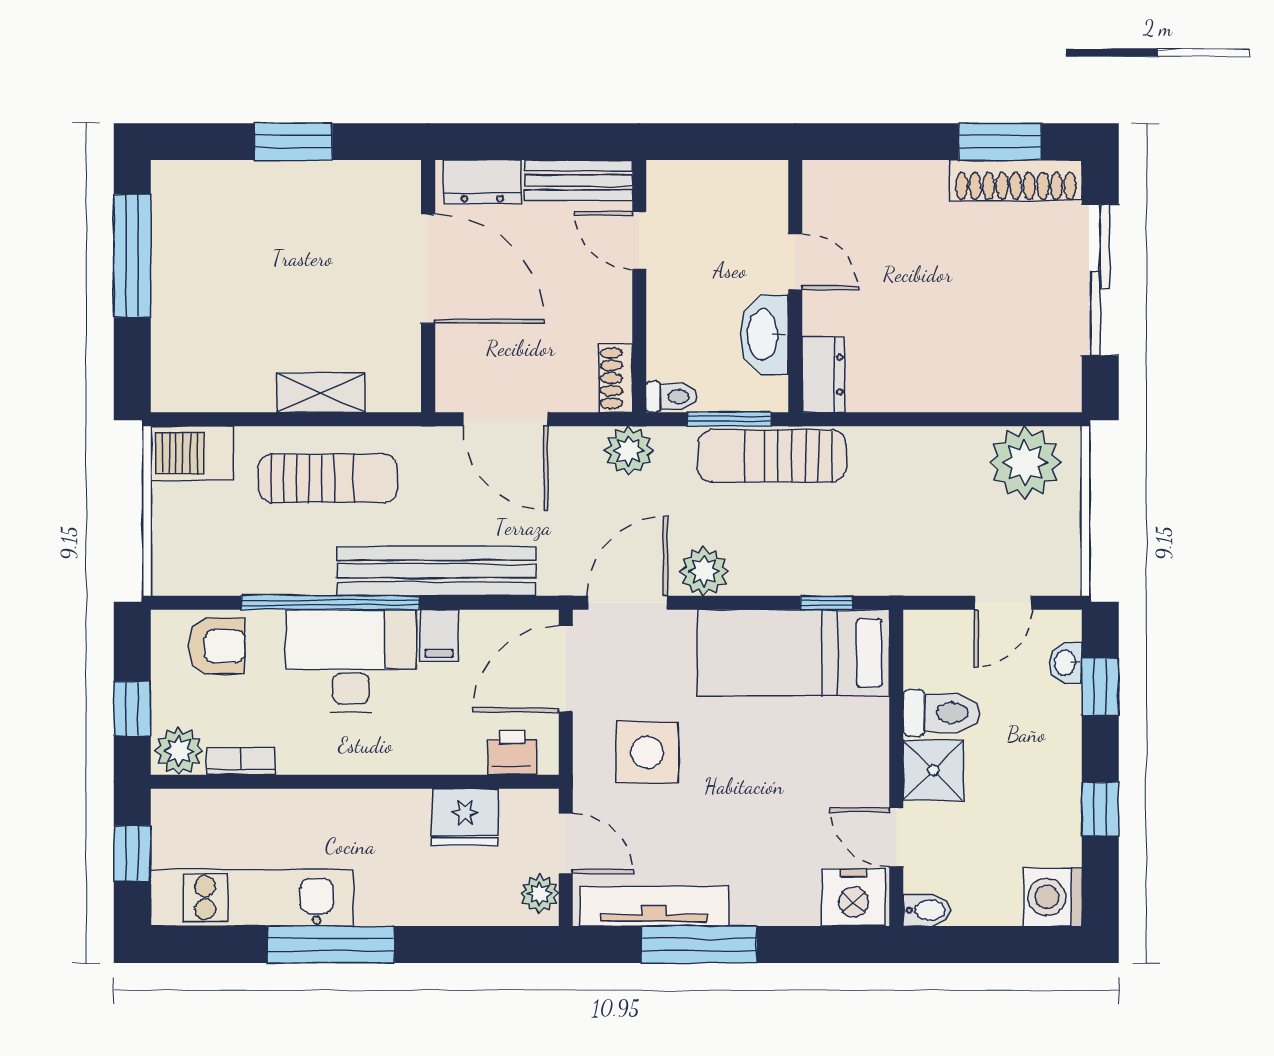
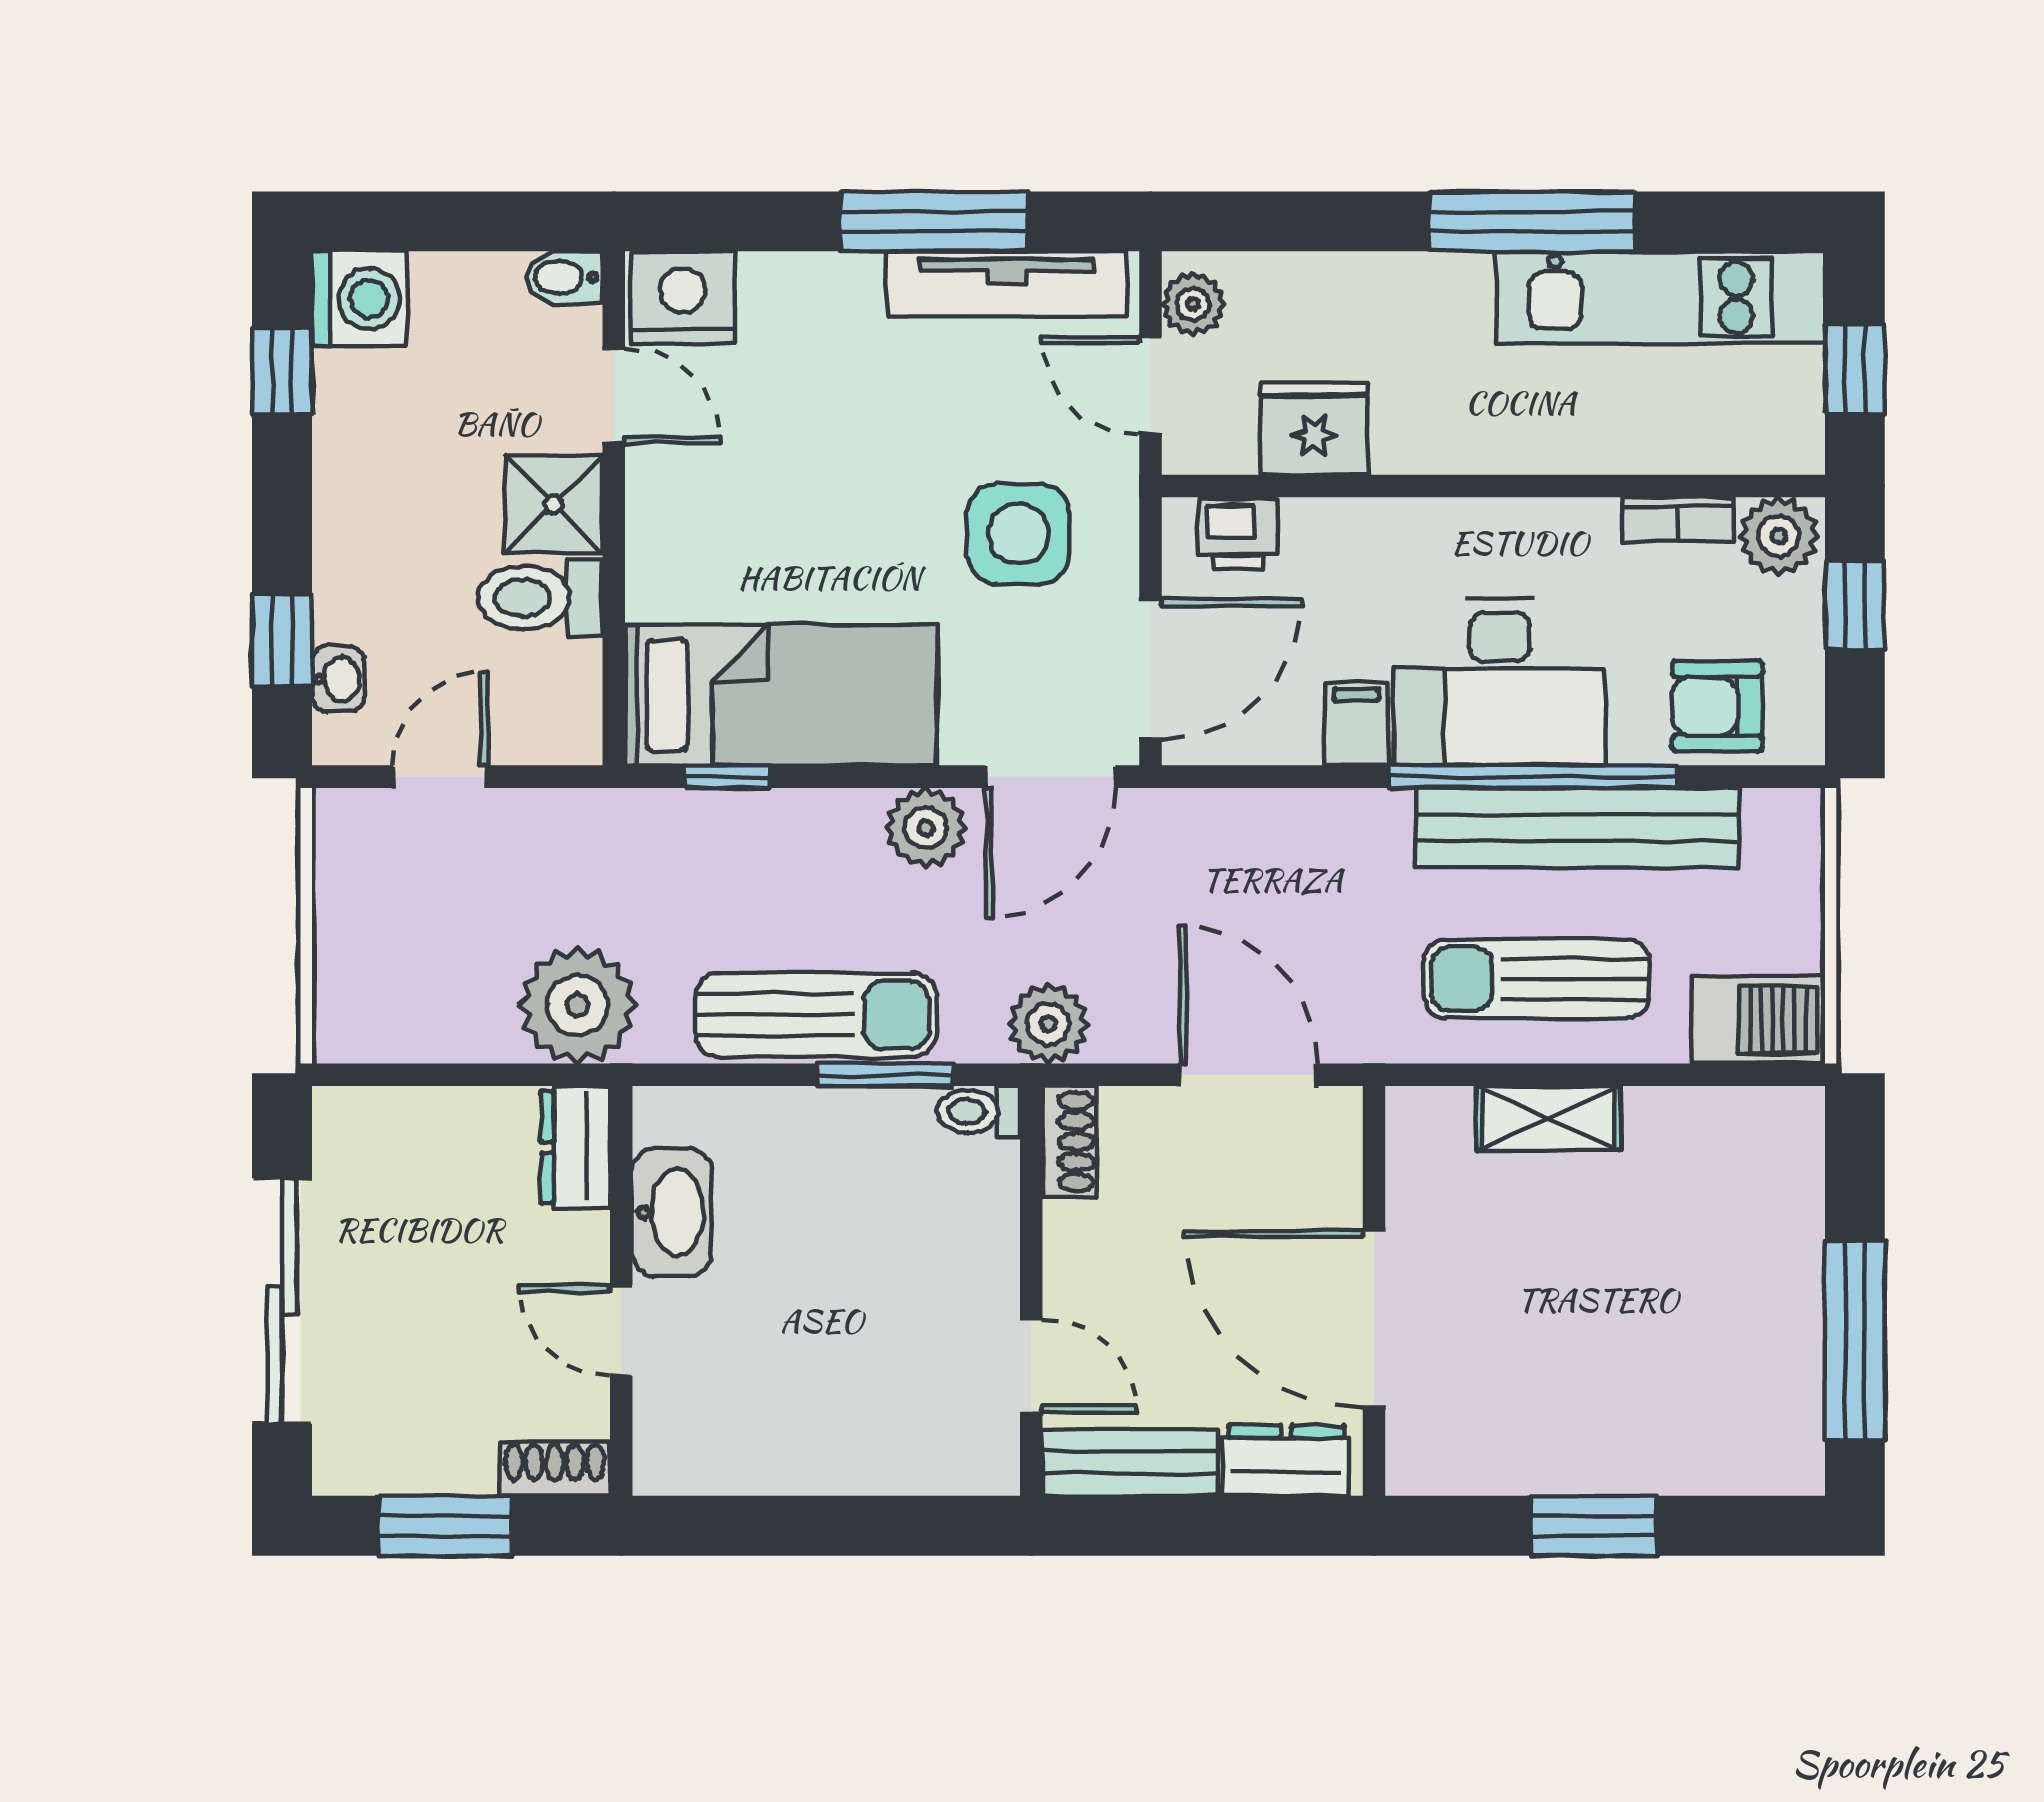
shoe rack: (1016, 180) -> (555, 1469), moved, width x0.51, depth x0.81
door: (795, 262) -> (621, 1331), moved
wall: (795, 286) -> (621, 1291), moved
washbasin: (764, 335) -> (672, 1212), moved
dresser: (823, 375) -> (576, 1147), moved
plant: (1025, 462) -> (578, 1005), moved
bench: (437, 571) -> (1577, 828), moved
window: (1100, 809) -> (282, 371), moved

